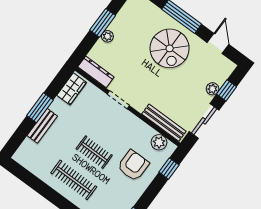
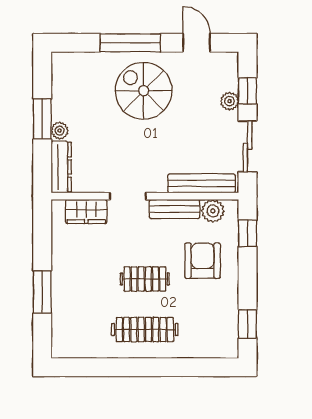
spiral stairs: (170, 48) -> (144, 91), turned 180
dresser: (96, 72) -> (61, 167), moved, turned 90
wardrobe: (72, 89) -> (86, 212), moved, turned 90
window: (40, 108) -> (42, 292), moved
bench: (42, 126) -> (175, 209), moved, turned 90

